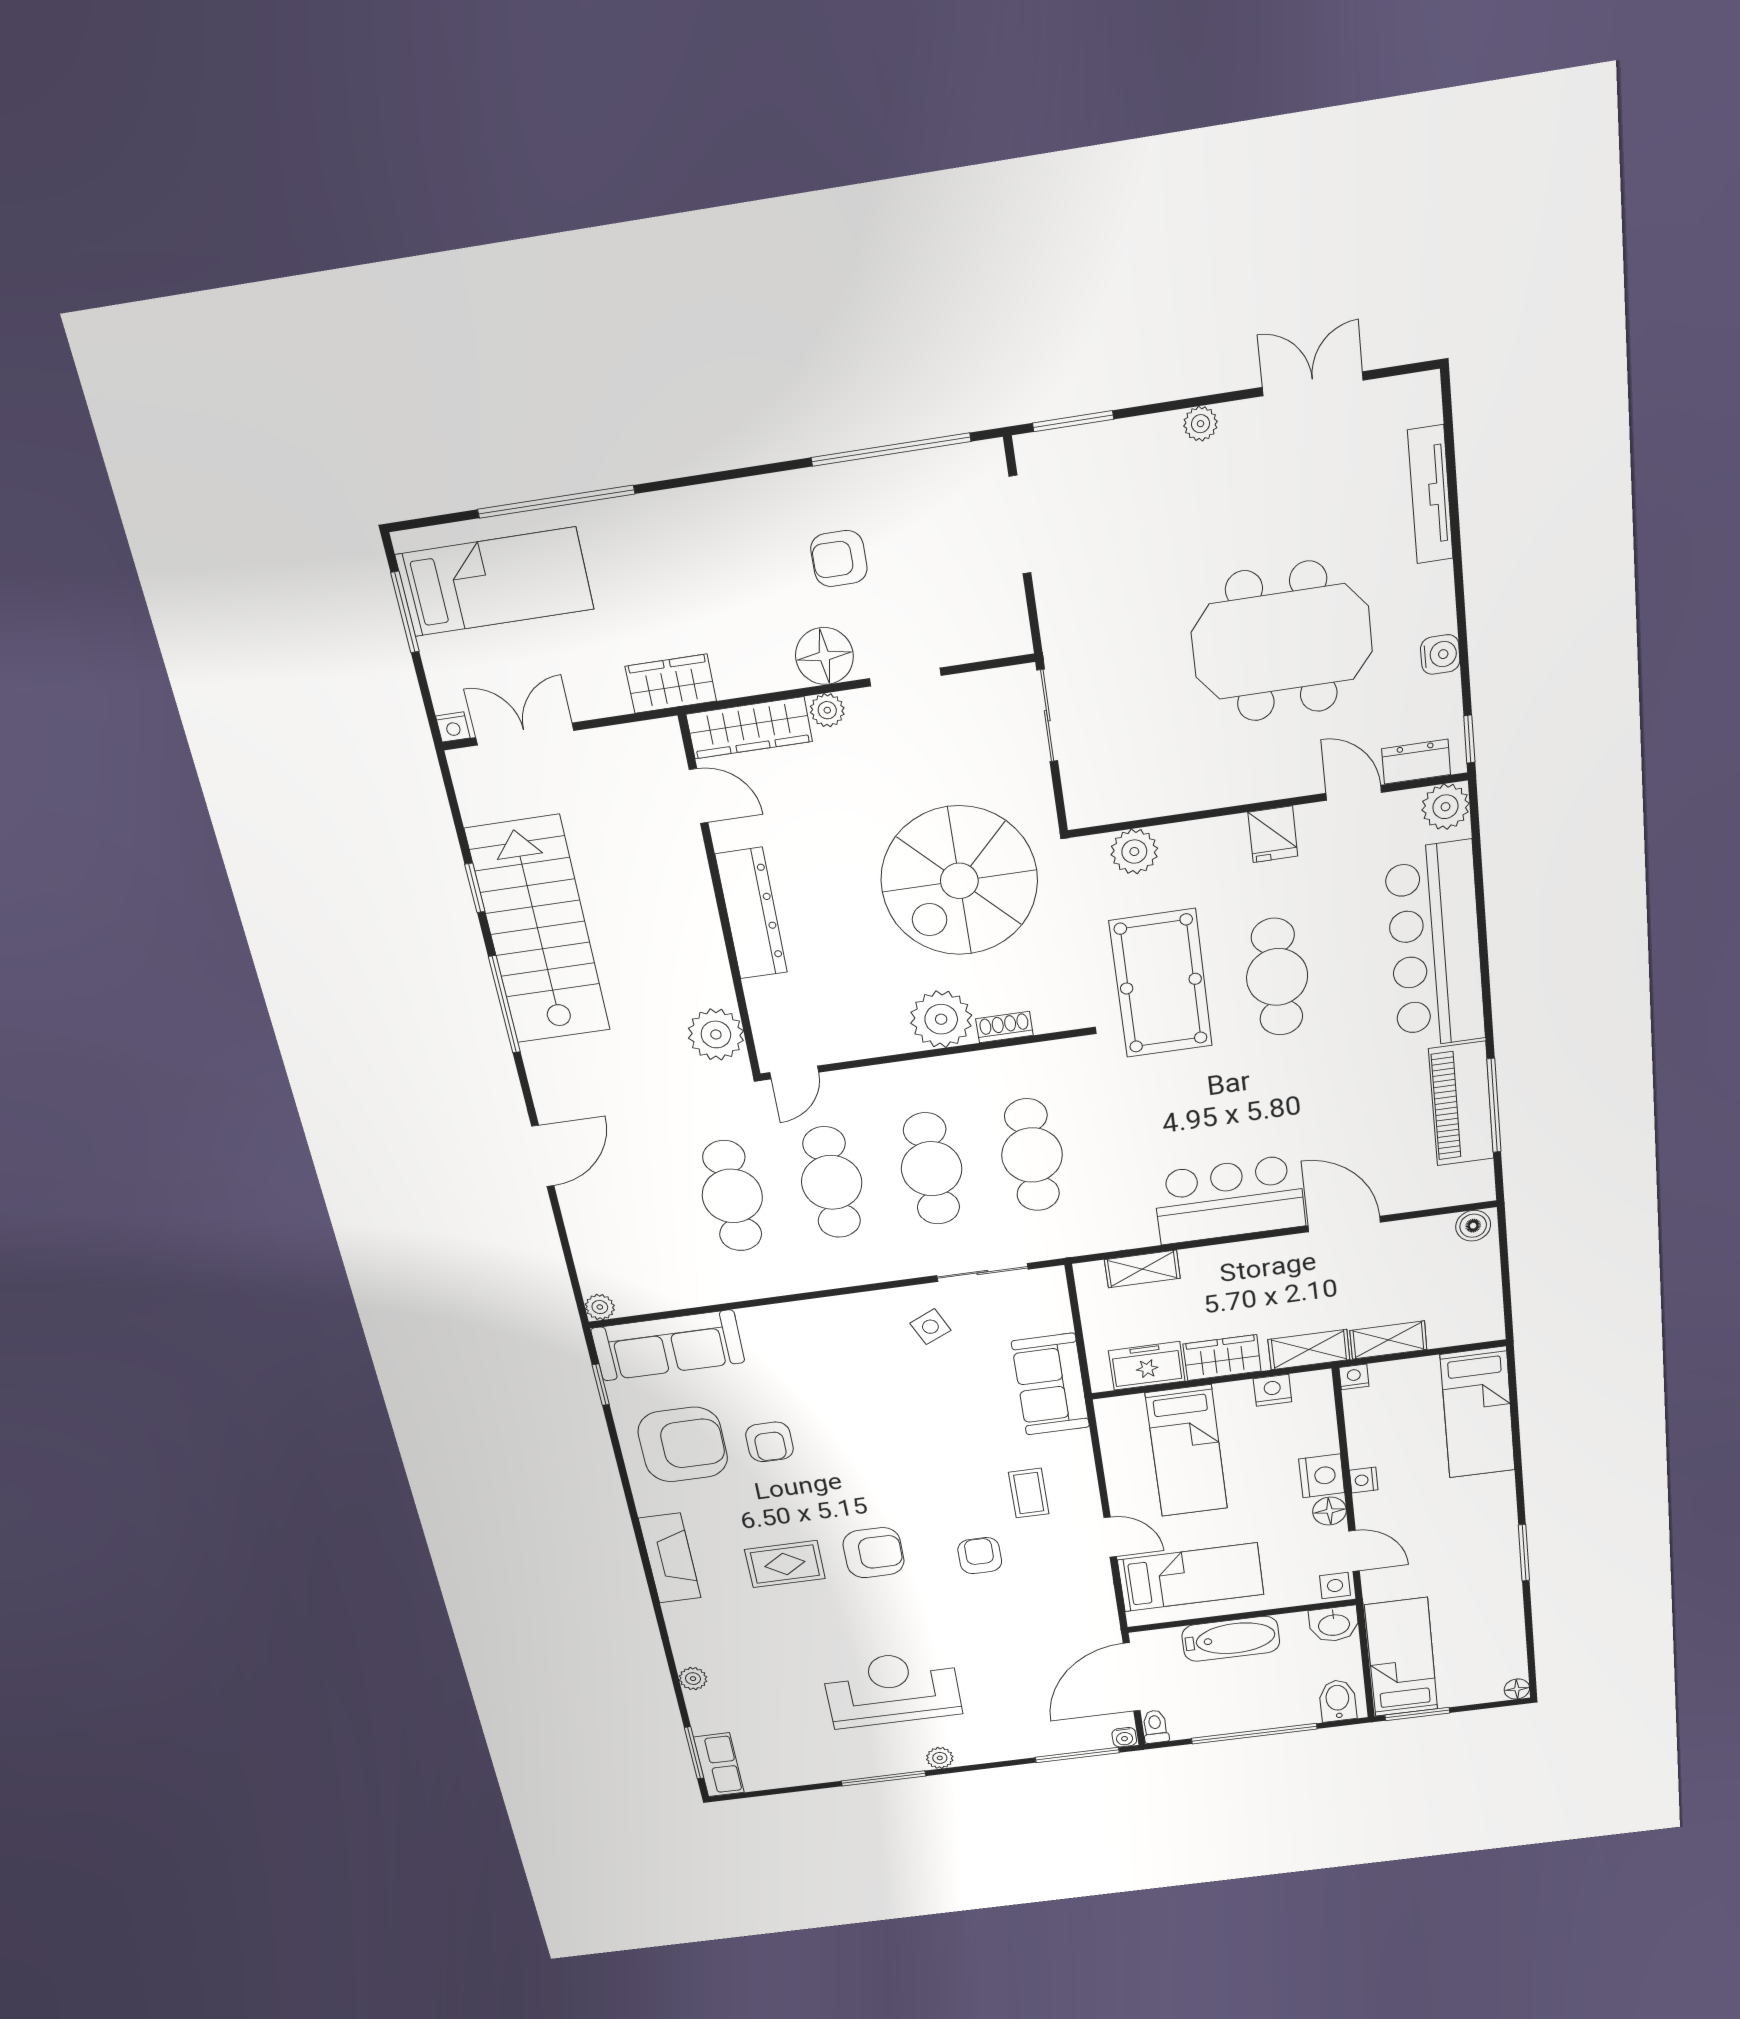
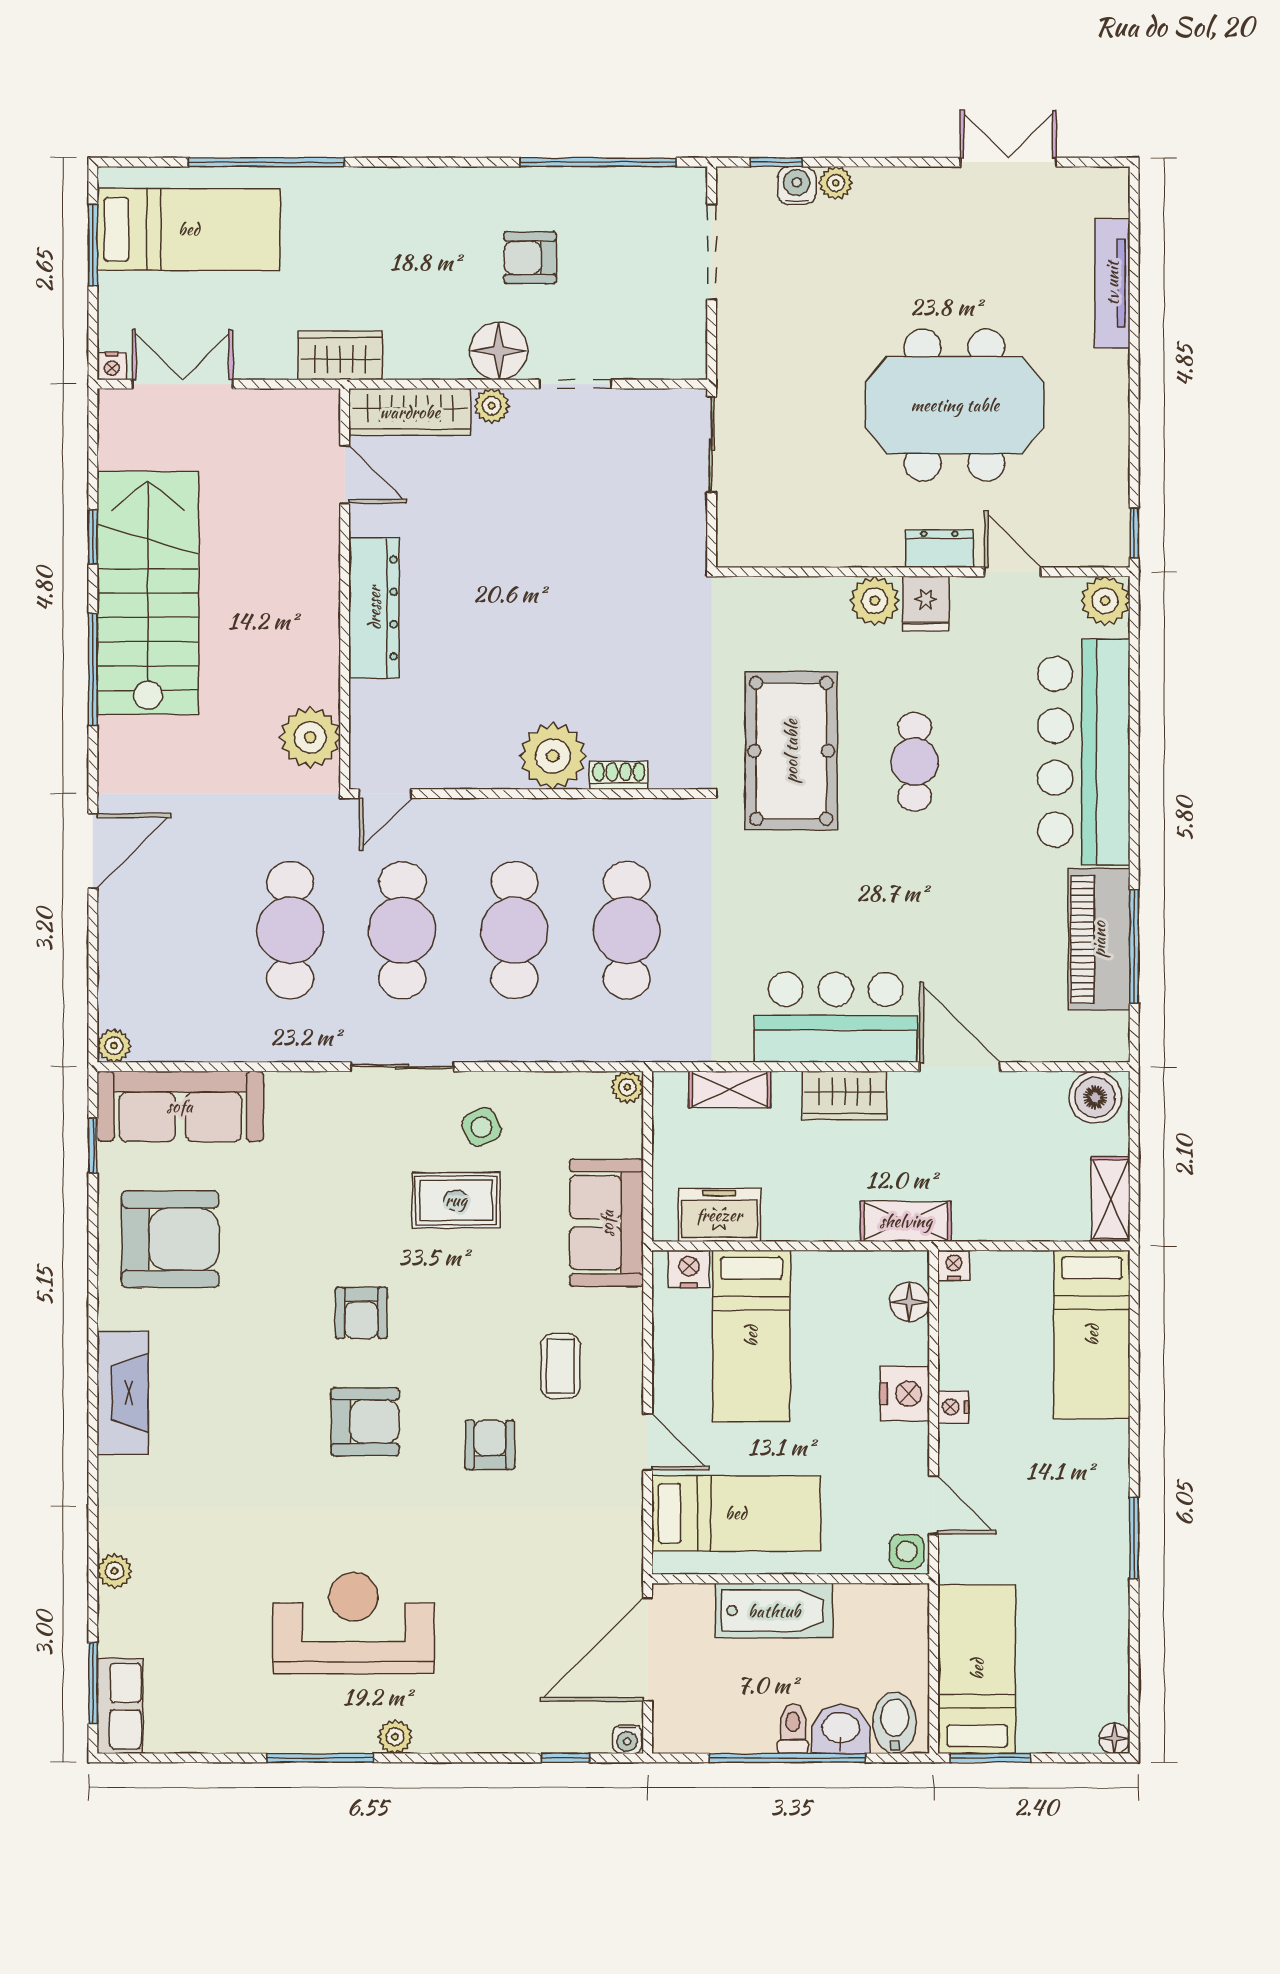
window: (1073, 421) -> (776, 162), width x0.67
plant: (1201, 424) -> (836, 183), moved
water cooler: (1440, 655) -> (797, 186), moved, turned -90
dresser: (1416, 762) -> (939, 549), moved
plant: (1134, 852) -> (875, 601), moved
spiral stairs: (959, 881) -> (596, 605), removed
cafe table: (1277, 977) -> (915, 762), width x0.73, depth x0.74
boiler: (1473, 1226) -> (1095, 1097), width x1.36, depth x1.36
sliding door: (982, 1272) -> (402, 1067), moved
plant: (1052, 1279) -> (627, 1087), added
shelving: (1388, 1340) -> (1111, 1199), moved, turned 90
wardrobe: (1222, 1358) -> (845, 1096), moved, turned 180
nightstand: (1272, 1390) -> (689, 1269), moved
armchair: (770, 1442) -> (361, 1313), moved
floor lamp: (1330, 1511) -> (909, 1302), moved
rug: (785, 1564) -> (456, 1200), moved
washbasin: (1334, 1624) -> (841, 1729), moved, turned 180
toilet: (1155, 1727) -> (793, 1729), moved
window: (1077, 1755) -> (566, 1758), width x0.46

